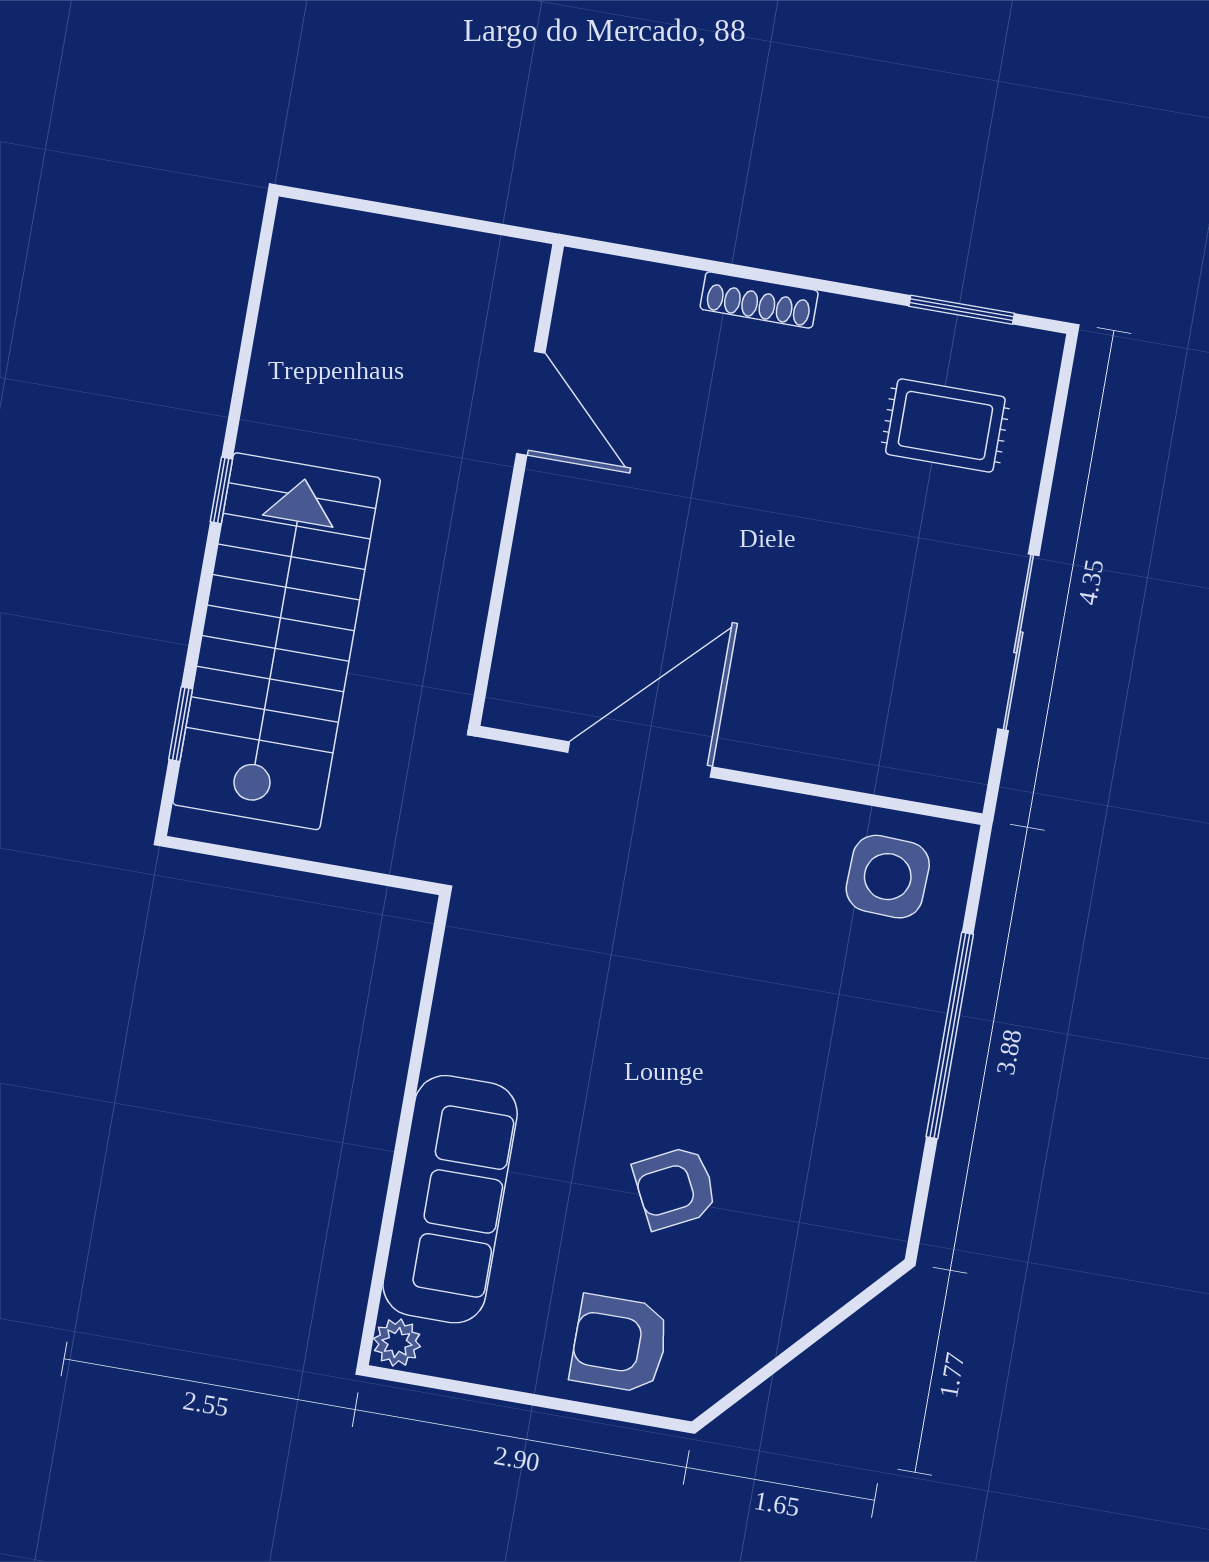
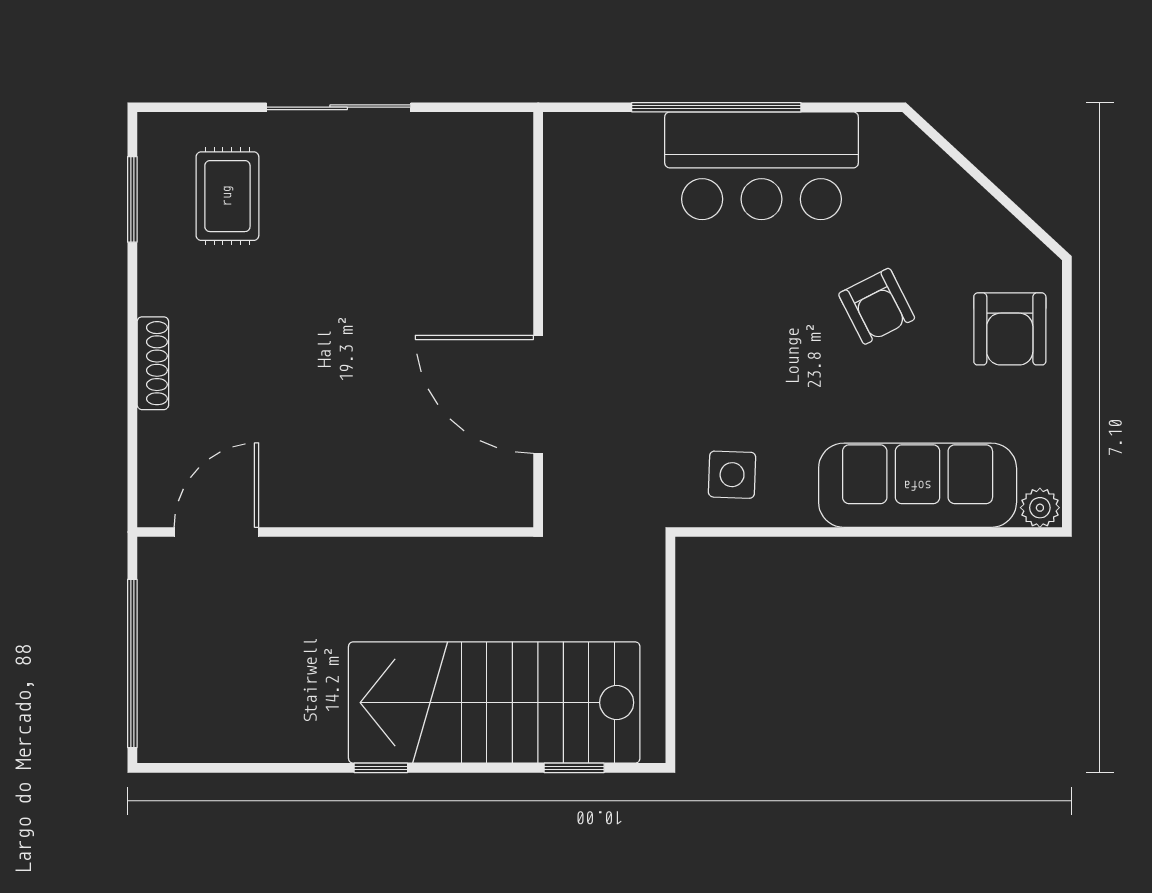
window: (400, 212) -> (132, 663), added
door: (531, 403) -> (216, 532), moved
sliding door: (1018, 642) -> (339, 107), moved
side table: (888, 877) -> (732, 475), moved, width x0.73, depth x0.73
bar counter: (869, 1078) -> (762, 166), added

